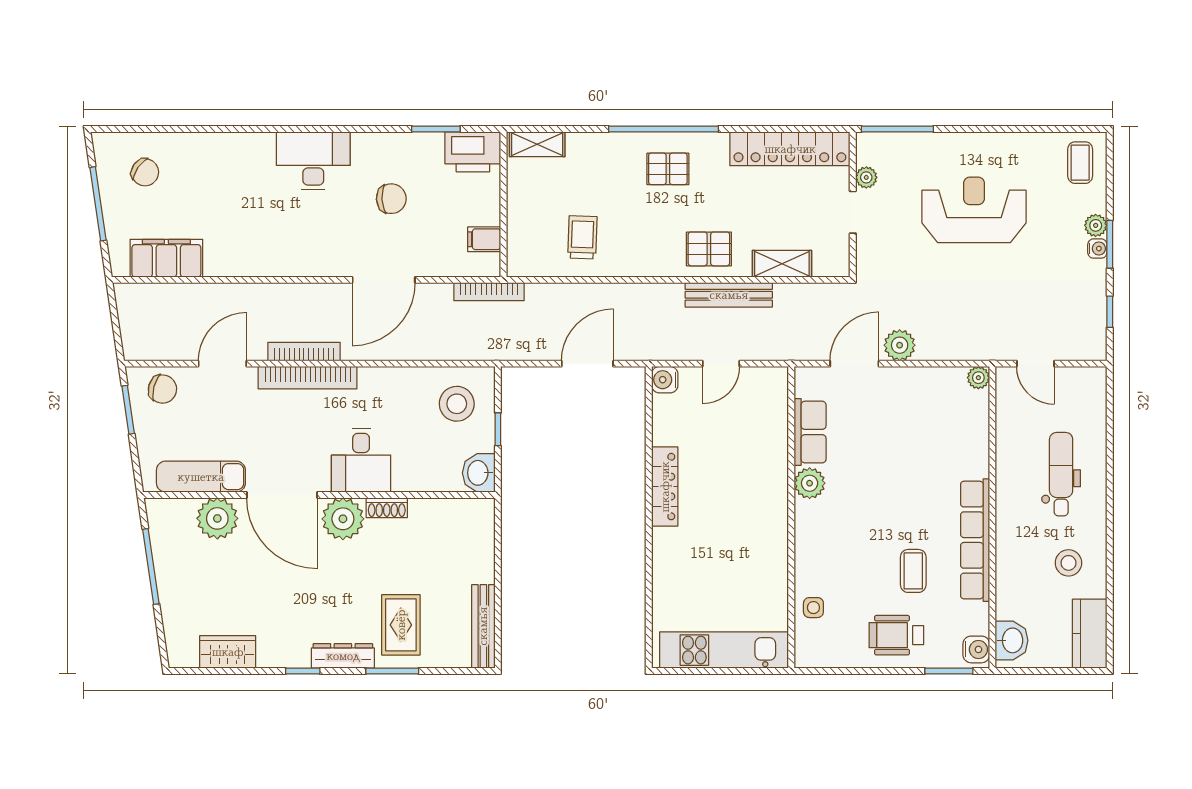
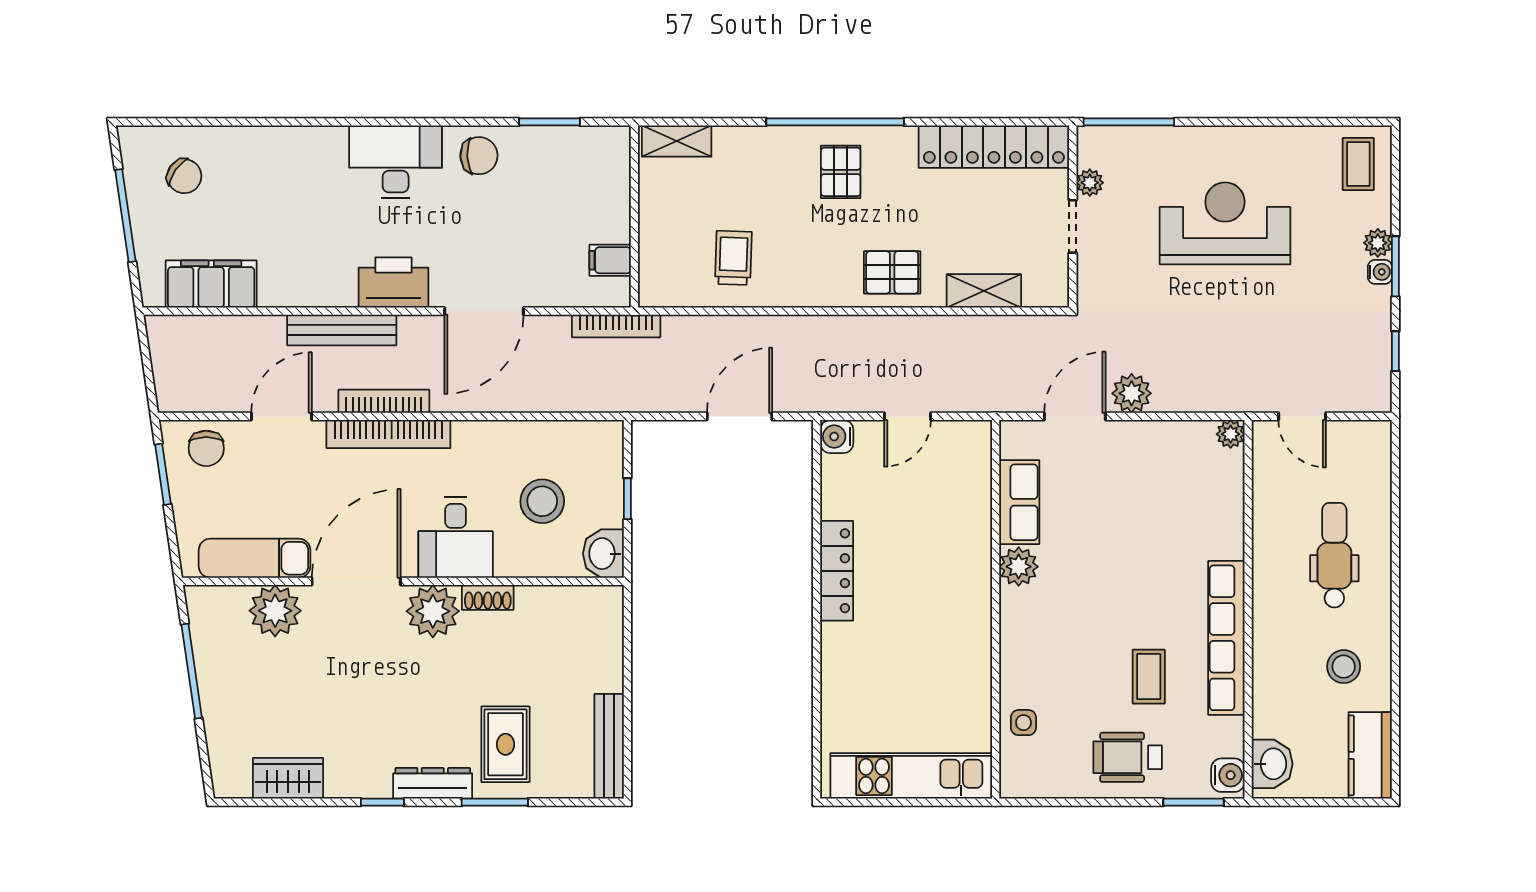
printer: (473, 152) -> (393, 283), moved, turned 180
pallet: (668, 169) -> (841, 172), turned 90
chair: (391, 199) -> (479, 156), moved
bench: (729, 295) -> (342, 330), moved
chair: (162, 389) -> (206, 448), turned 75
stool: (457, 404) -> (542, 501), moved
door: (282, 495) -> (356, 581), swing flipped

